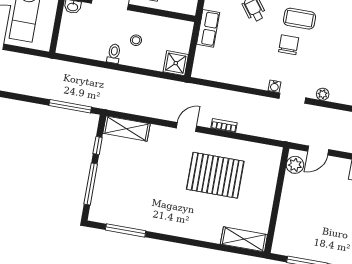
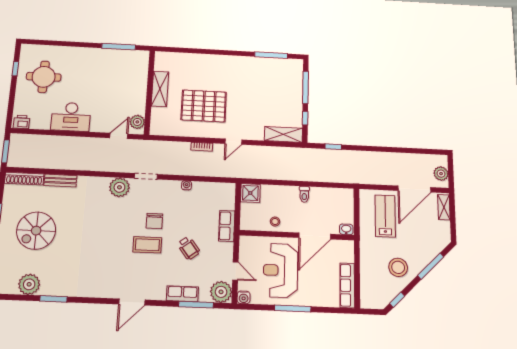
stool: (136, 40) -> (275, 222), moved
water cooler: (275, 86) -> (186, 185), moved
plant: (323, 94) -> (119, 187), width x1.88, depth x1.88
window: (70, 106) -> (333, 147), width x0.46
shelving: (244, 239) -> (160, 89), moved, turned 90

